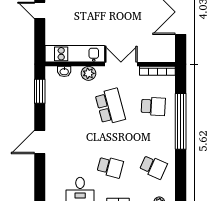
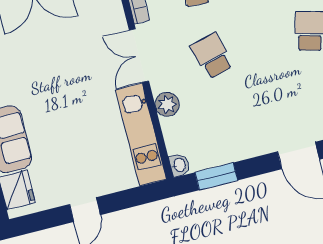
washbasin: (64, 71) -> (179, 165), moved
school desk: (110, 106) -> (212, 56), width x0.54

